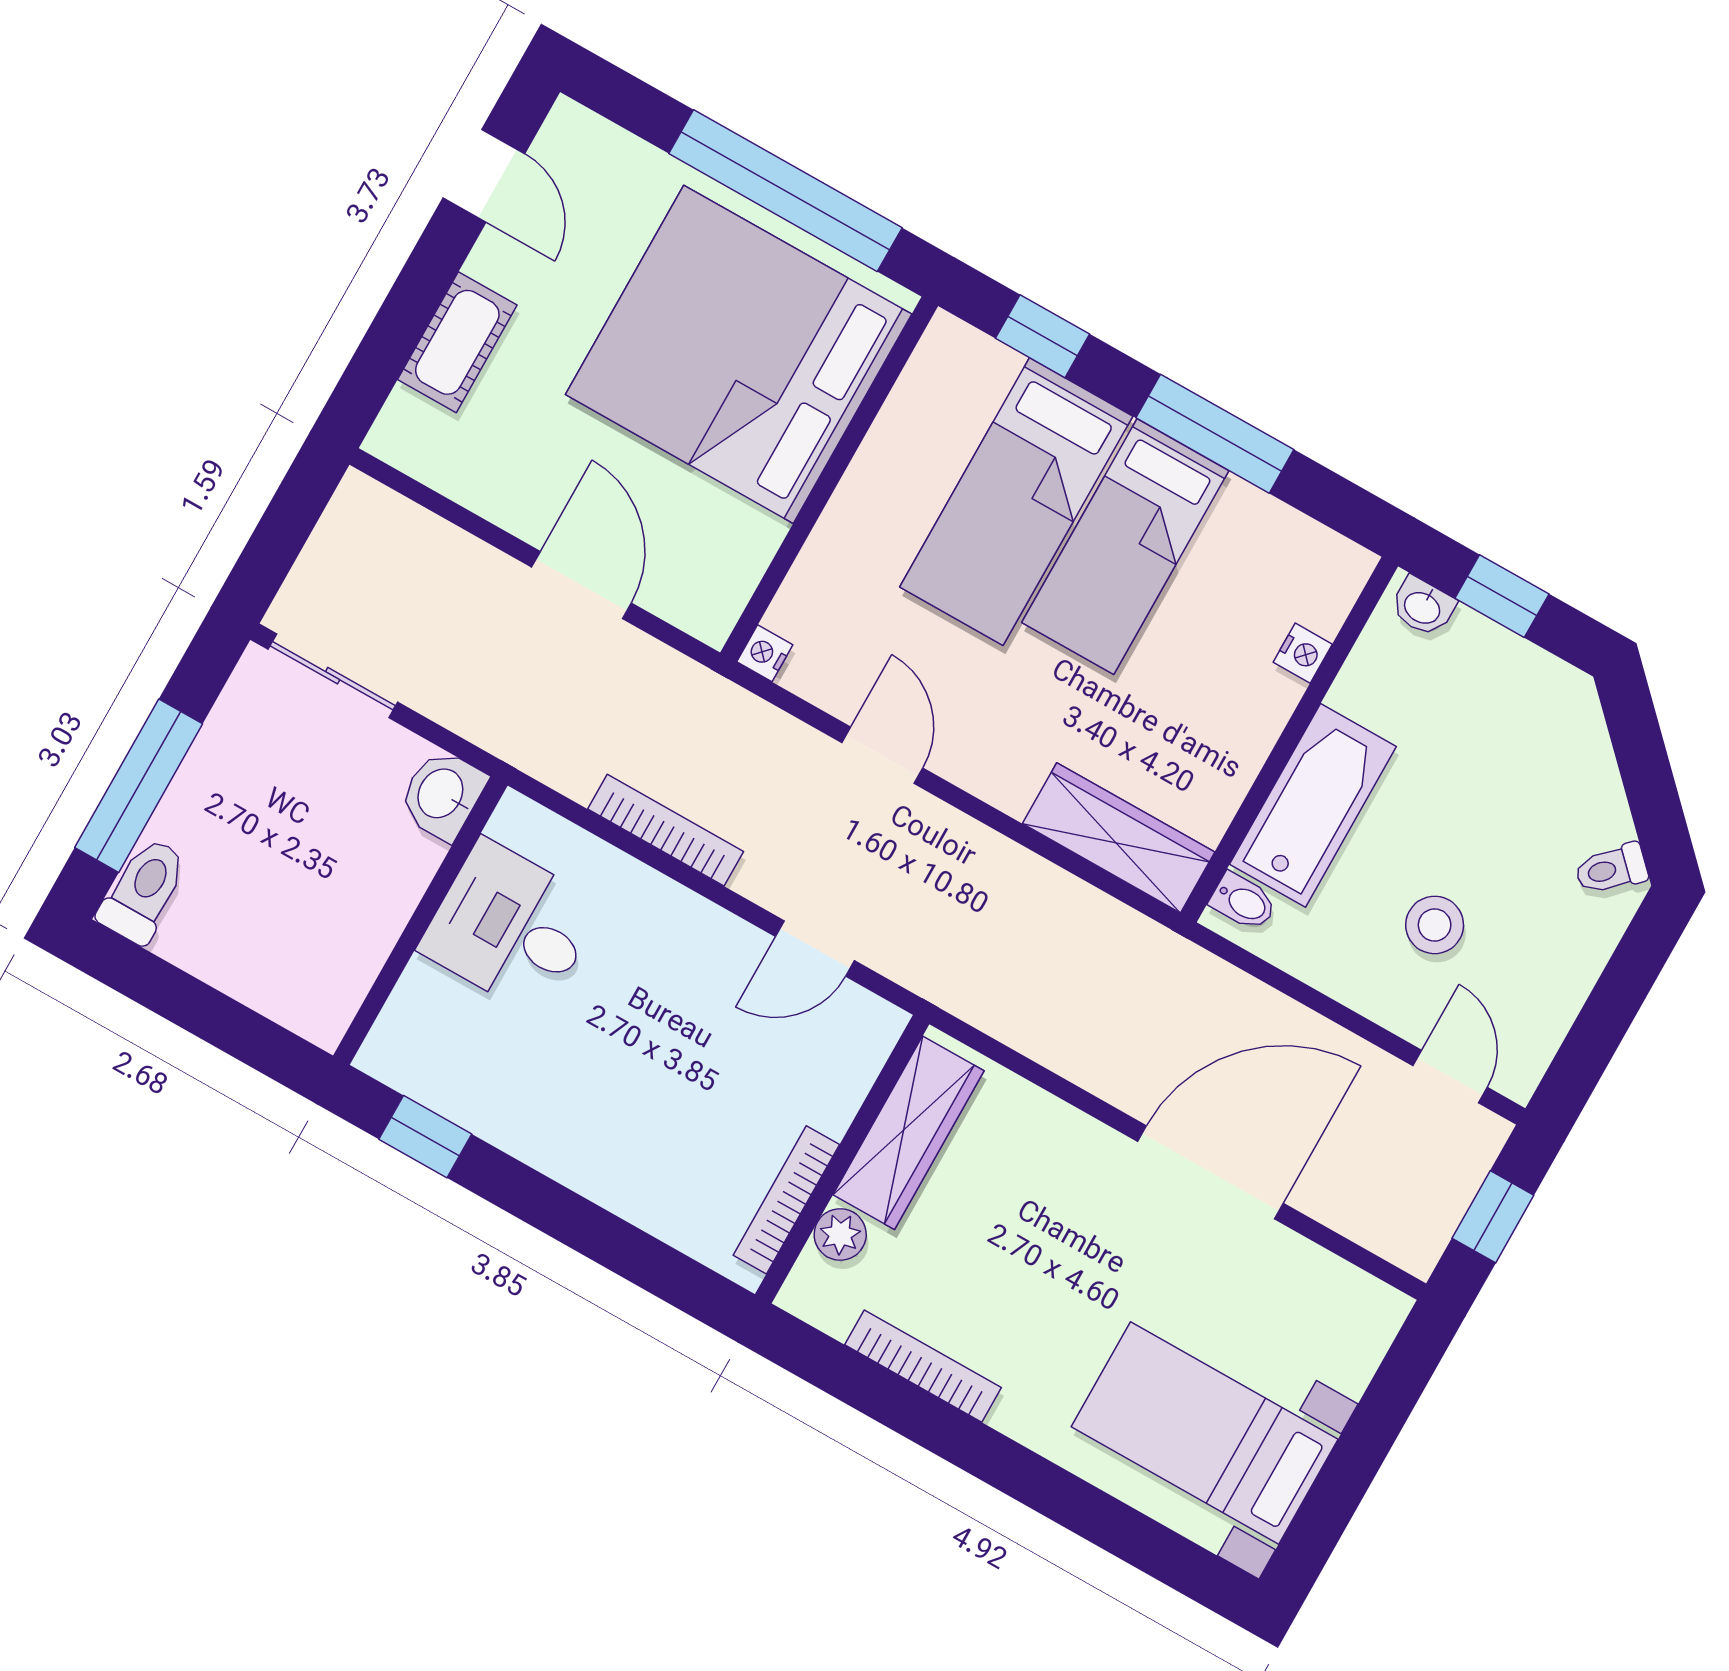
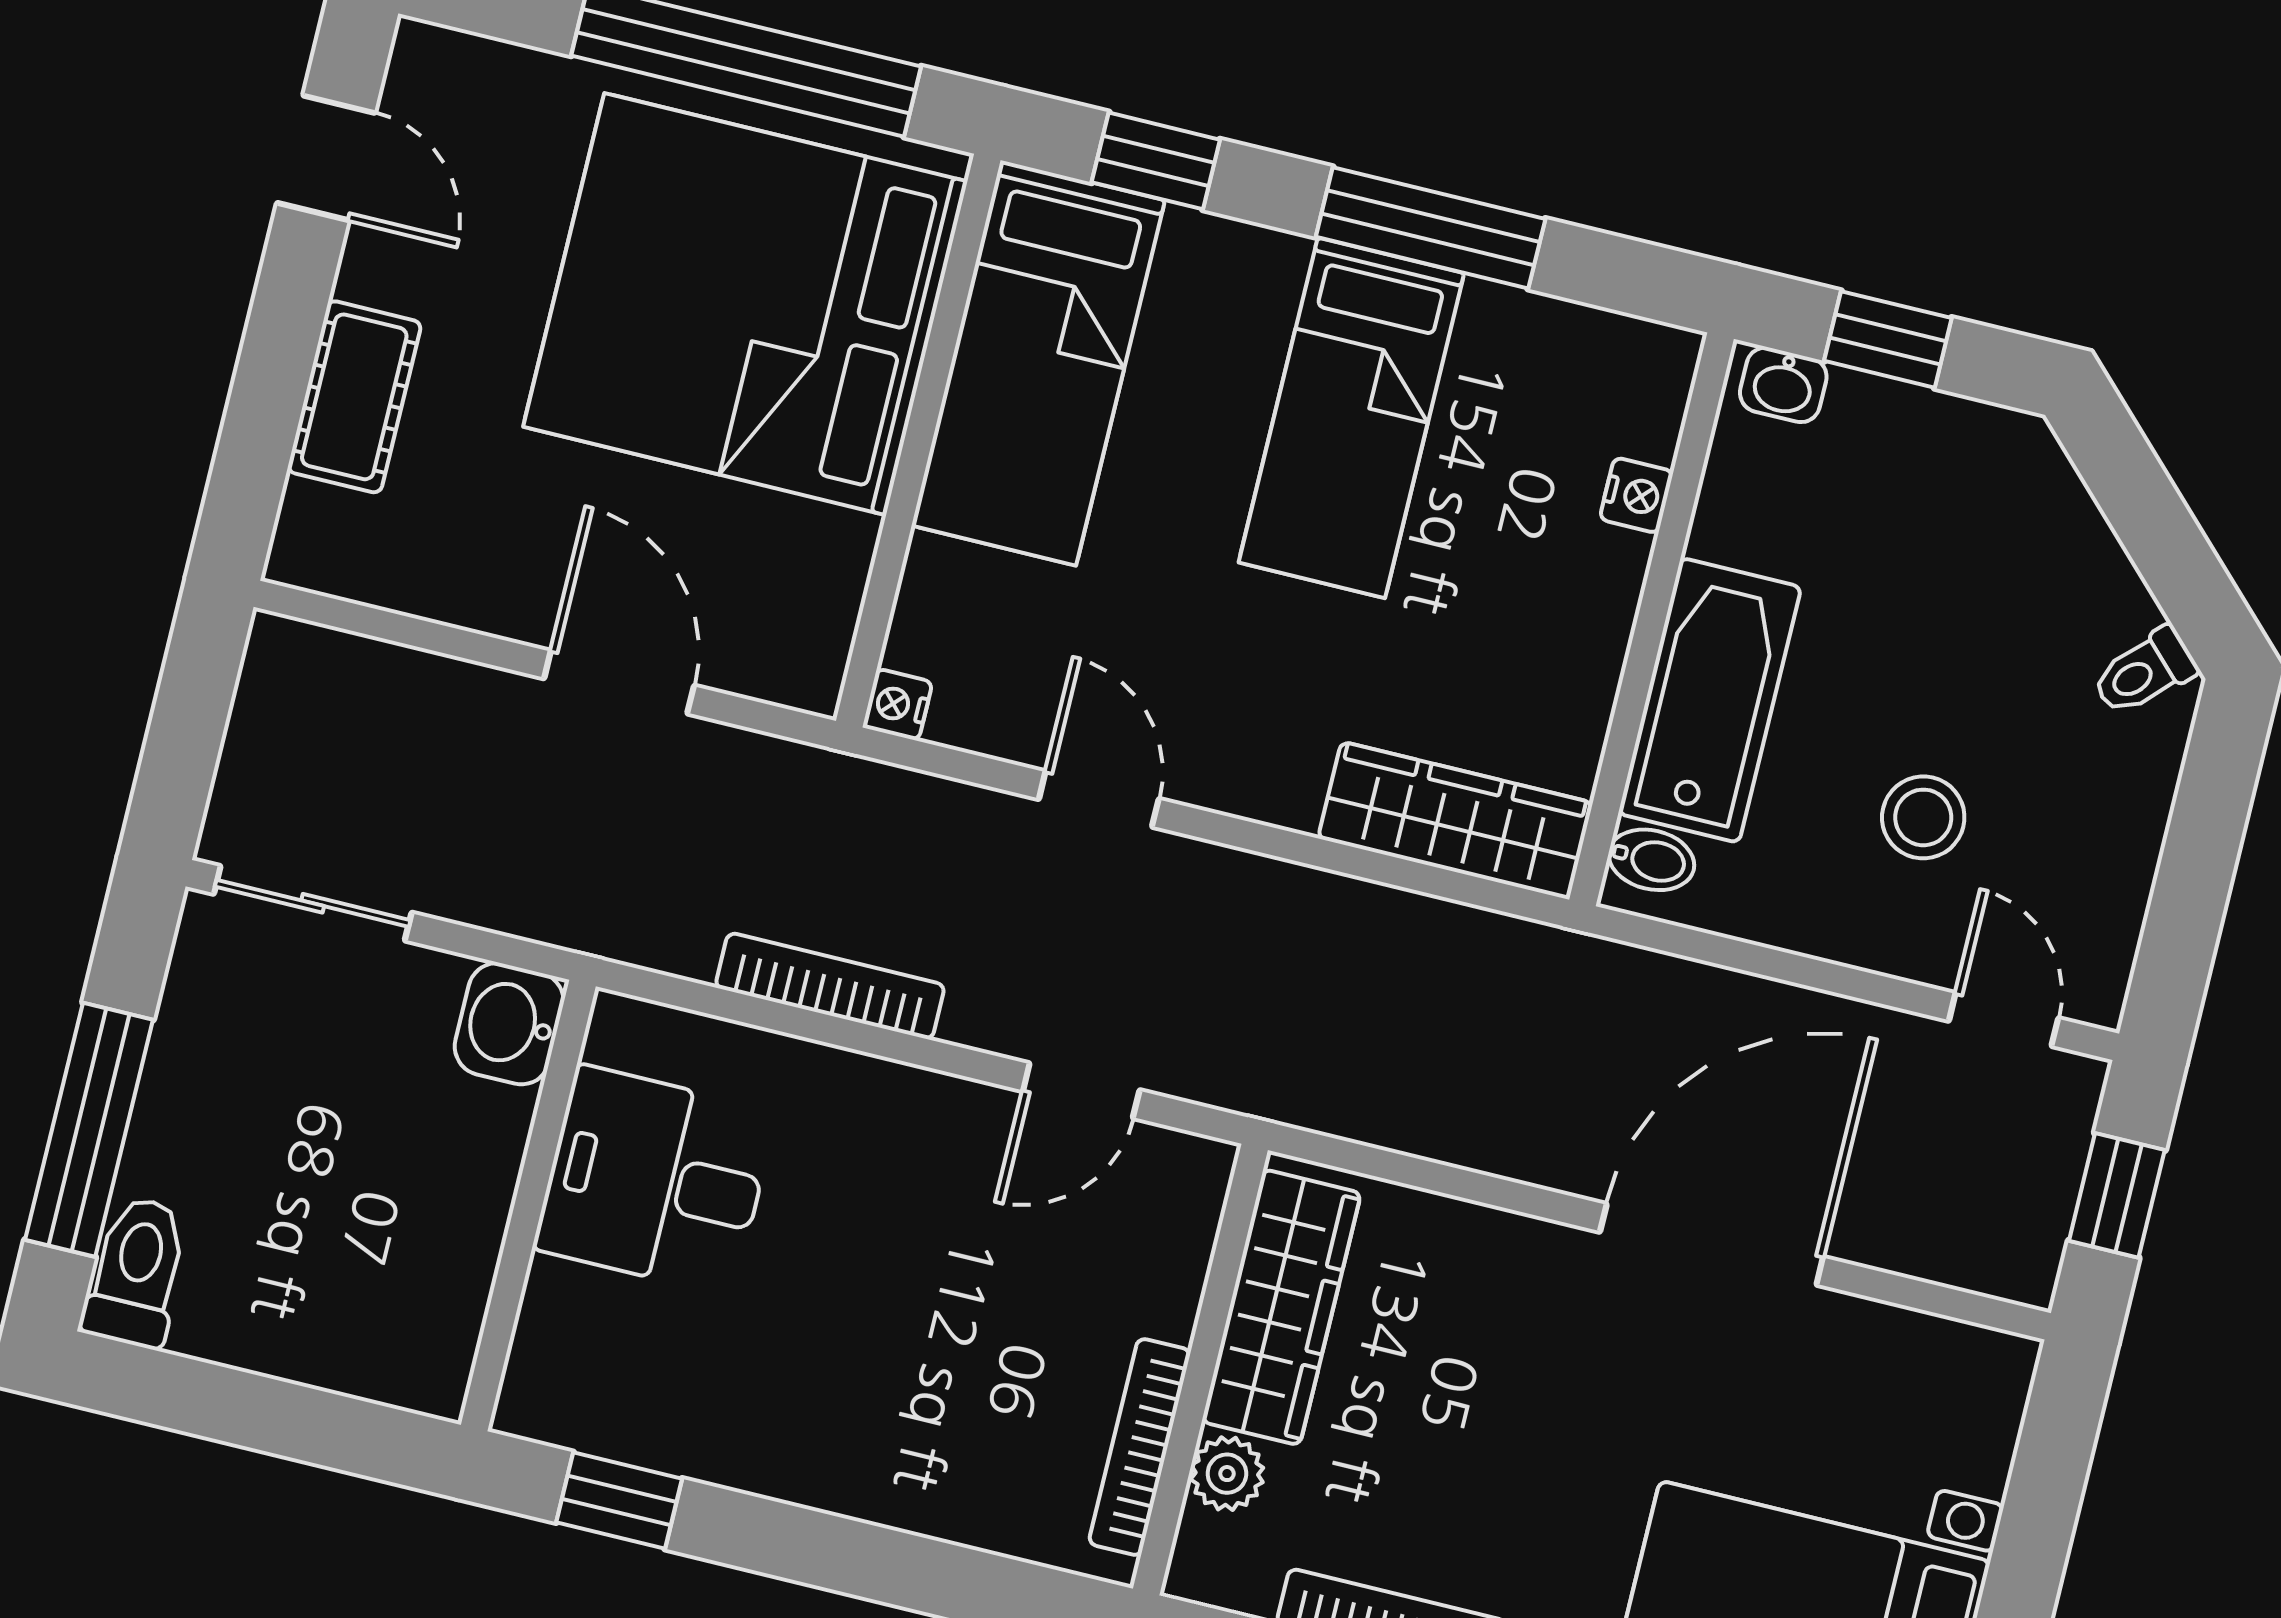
bed: (1016, 502) -> (1038, 363), moved

